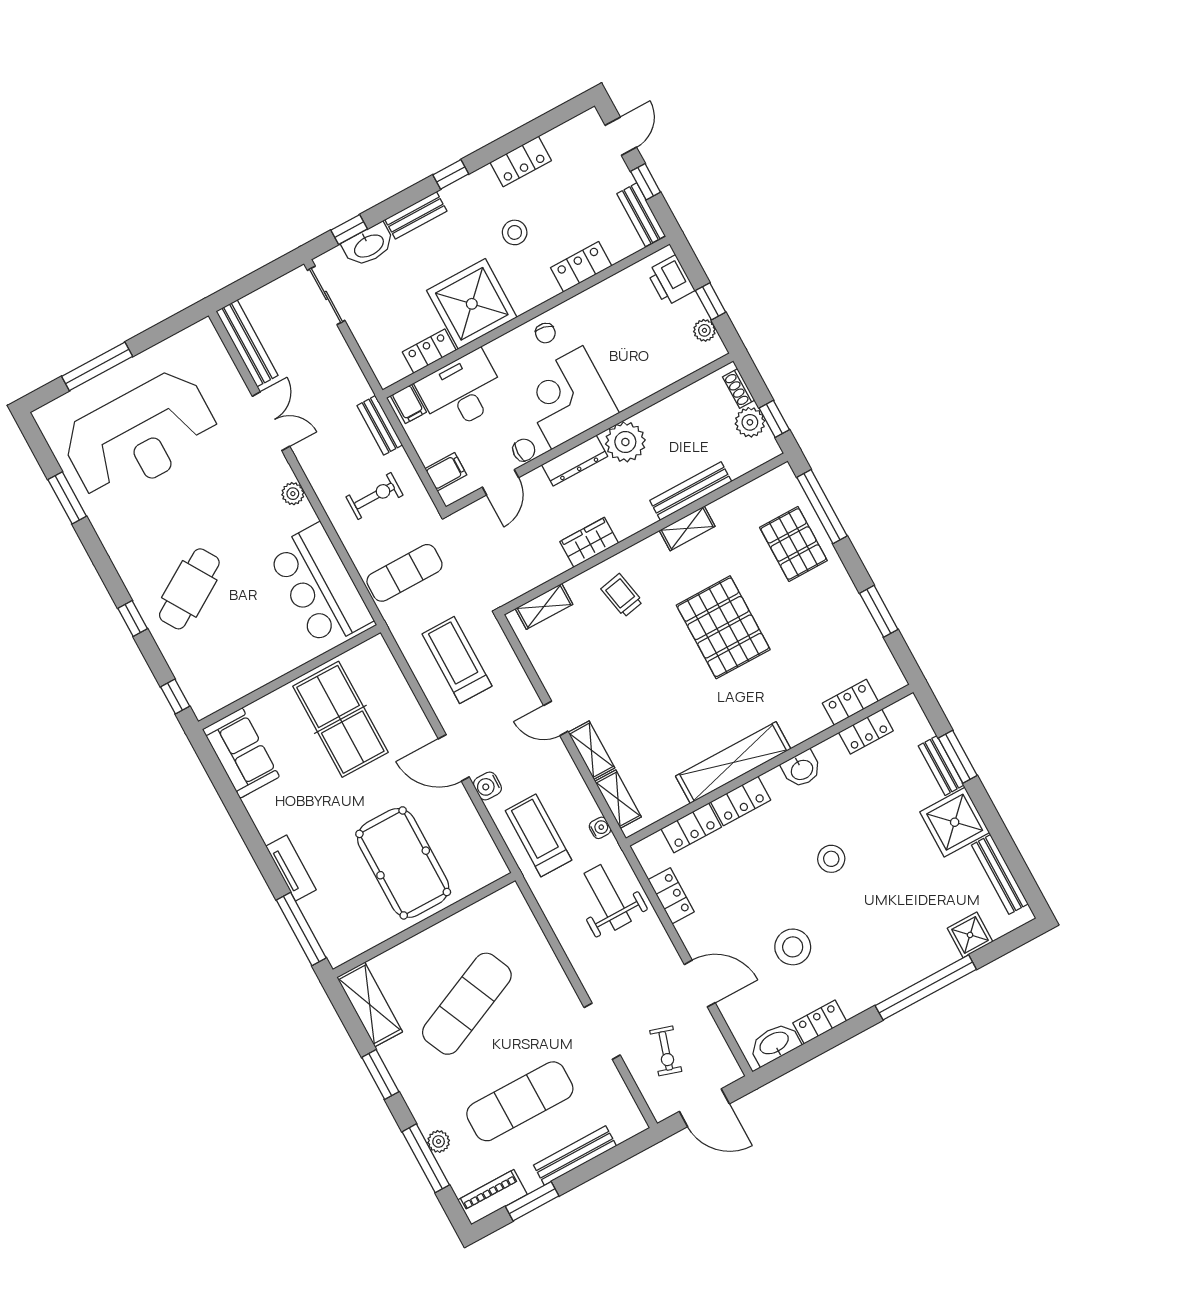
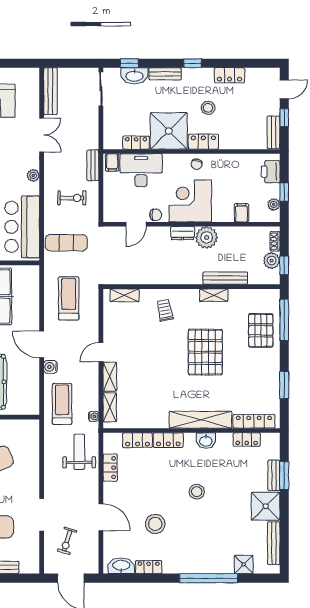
locker: (581, 267) -> (203, 142), moved
dresser: (575, 460) -> (183, 233), width x0.70
filing cabinet: (446, 472) -> (242, 213), moved, turned -90
wardrobe: (589, 542) -> (163, 276), removed
locker: (850, 702) -> (254, 421), width x1.53
door: (556, 718) -> (101, 352), hinge flipped
shelving: (733, 763) -> (201, 420), moved

